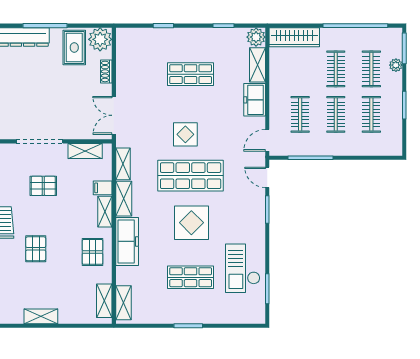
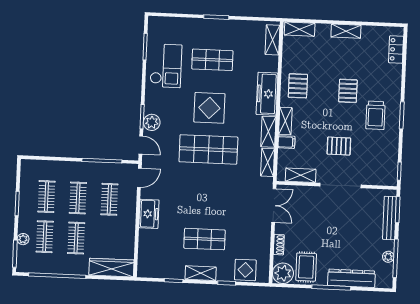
plant: (256, 37) -> (152, 122), moved
shelving: (258, 65) -> (201, 273), moved, turned 90
display table: (185, 134) -> (245, 270), moved
shelving: (104, 301) -> (300, 29), moved, turned 90

